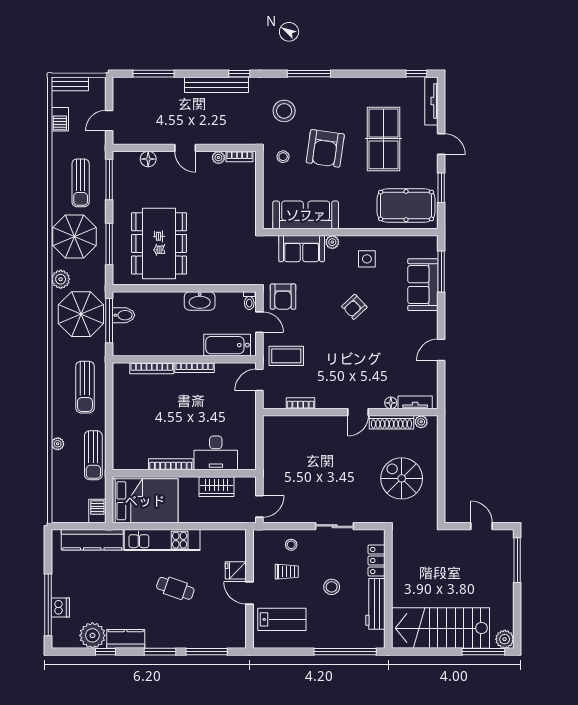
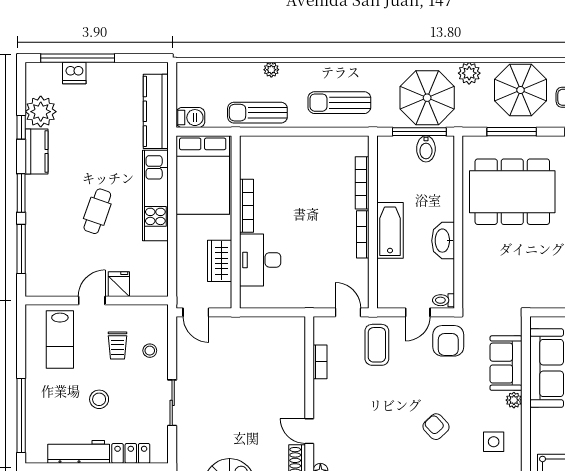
armchair: (283, 297) -> (448, 341), turned -90
bathtub: (227, 345) -> (390, 230), moved

